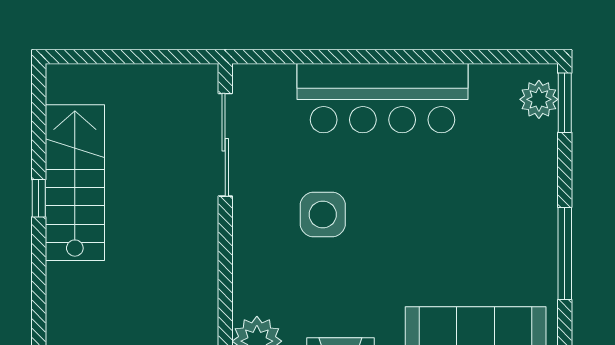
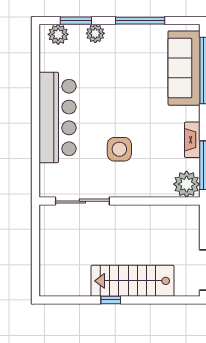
window: (565, 103) -> (76, 21), moved
plant: (541, 169) -> (95, 33), added
stairs: (75, 183) -> (133, 281), moved

